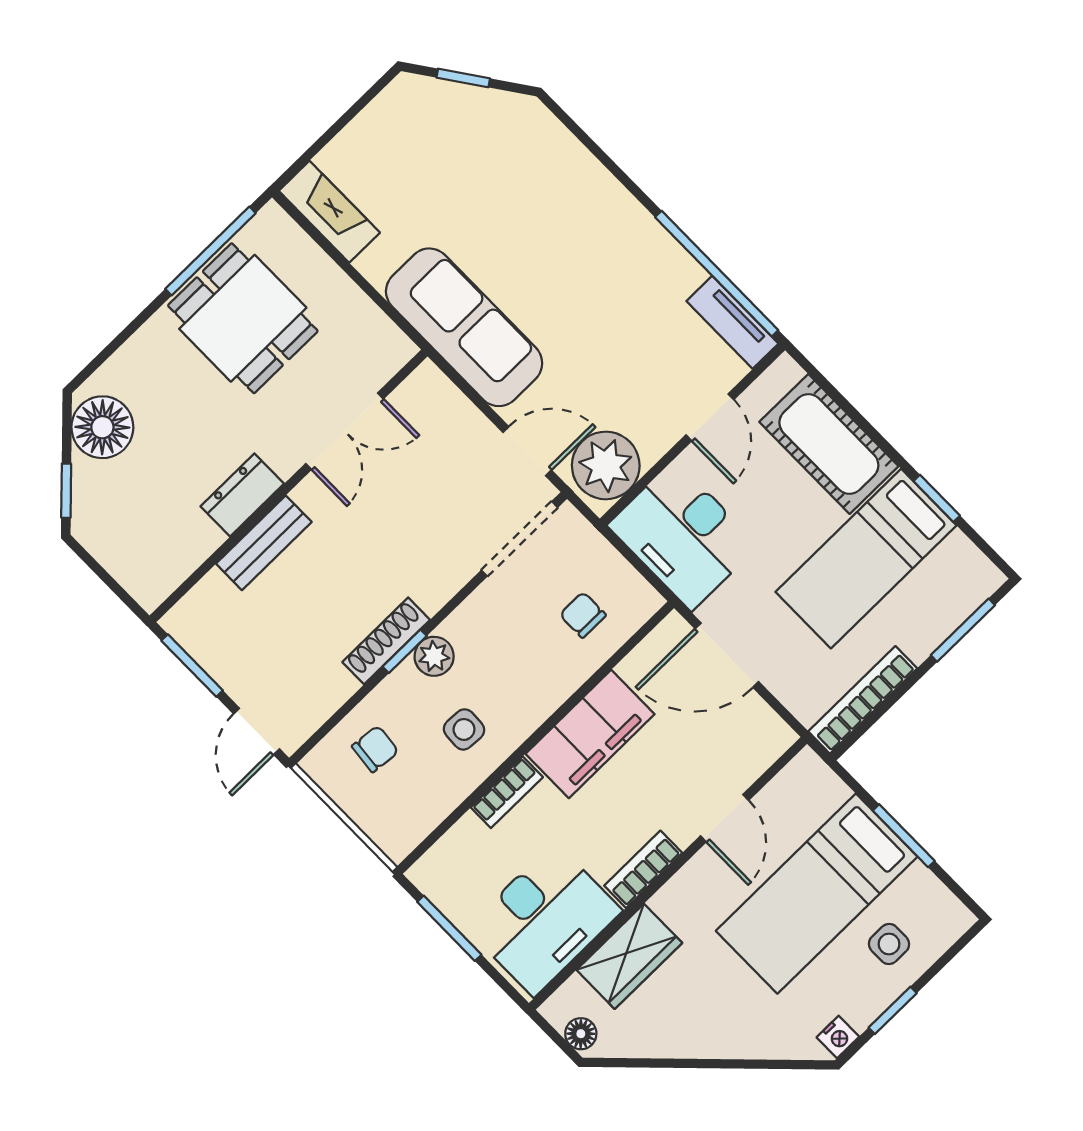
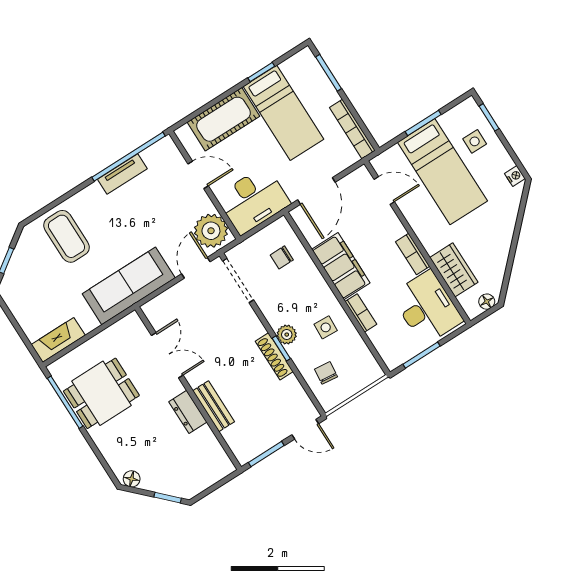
coffee table: (535, 185) -> (66, 236), added
tv unit: (732, 322) -> (122, 174), moved
floor lamp: (102, 427) -> (132, 479), width x0.53, depth x0.53
door: (725, 818) -> (384, 191), moved
window: (893, 1010) -> (489, 117), moved

